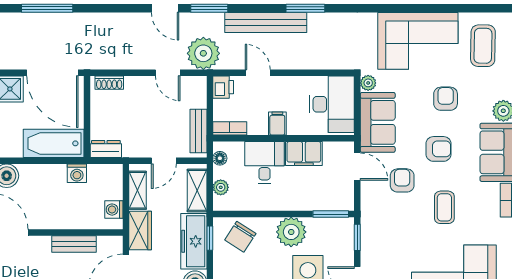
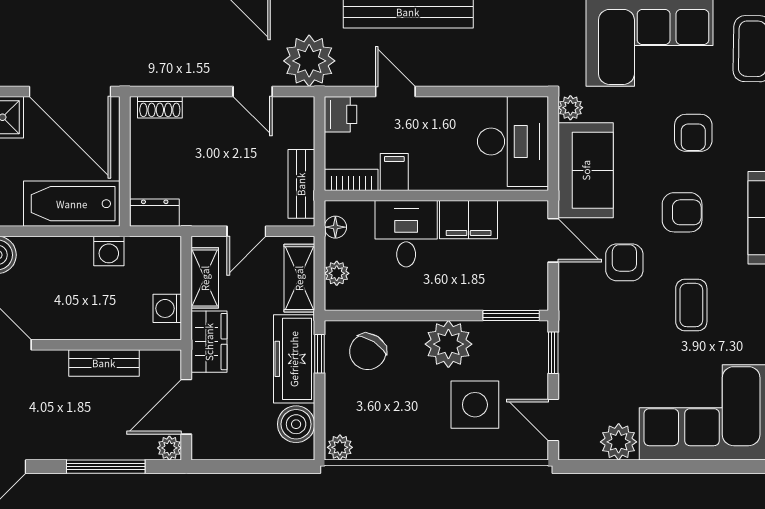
armchair: (446, 99) -> (693, 133), turned 180
filing cabinet: (277, 123) -> (394, 172), moved

